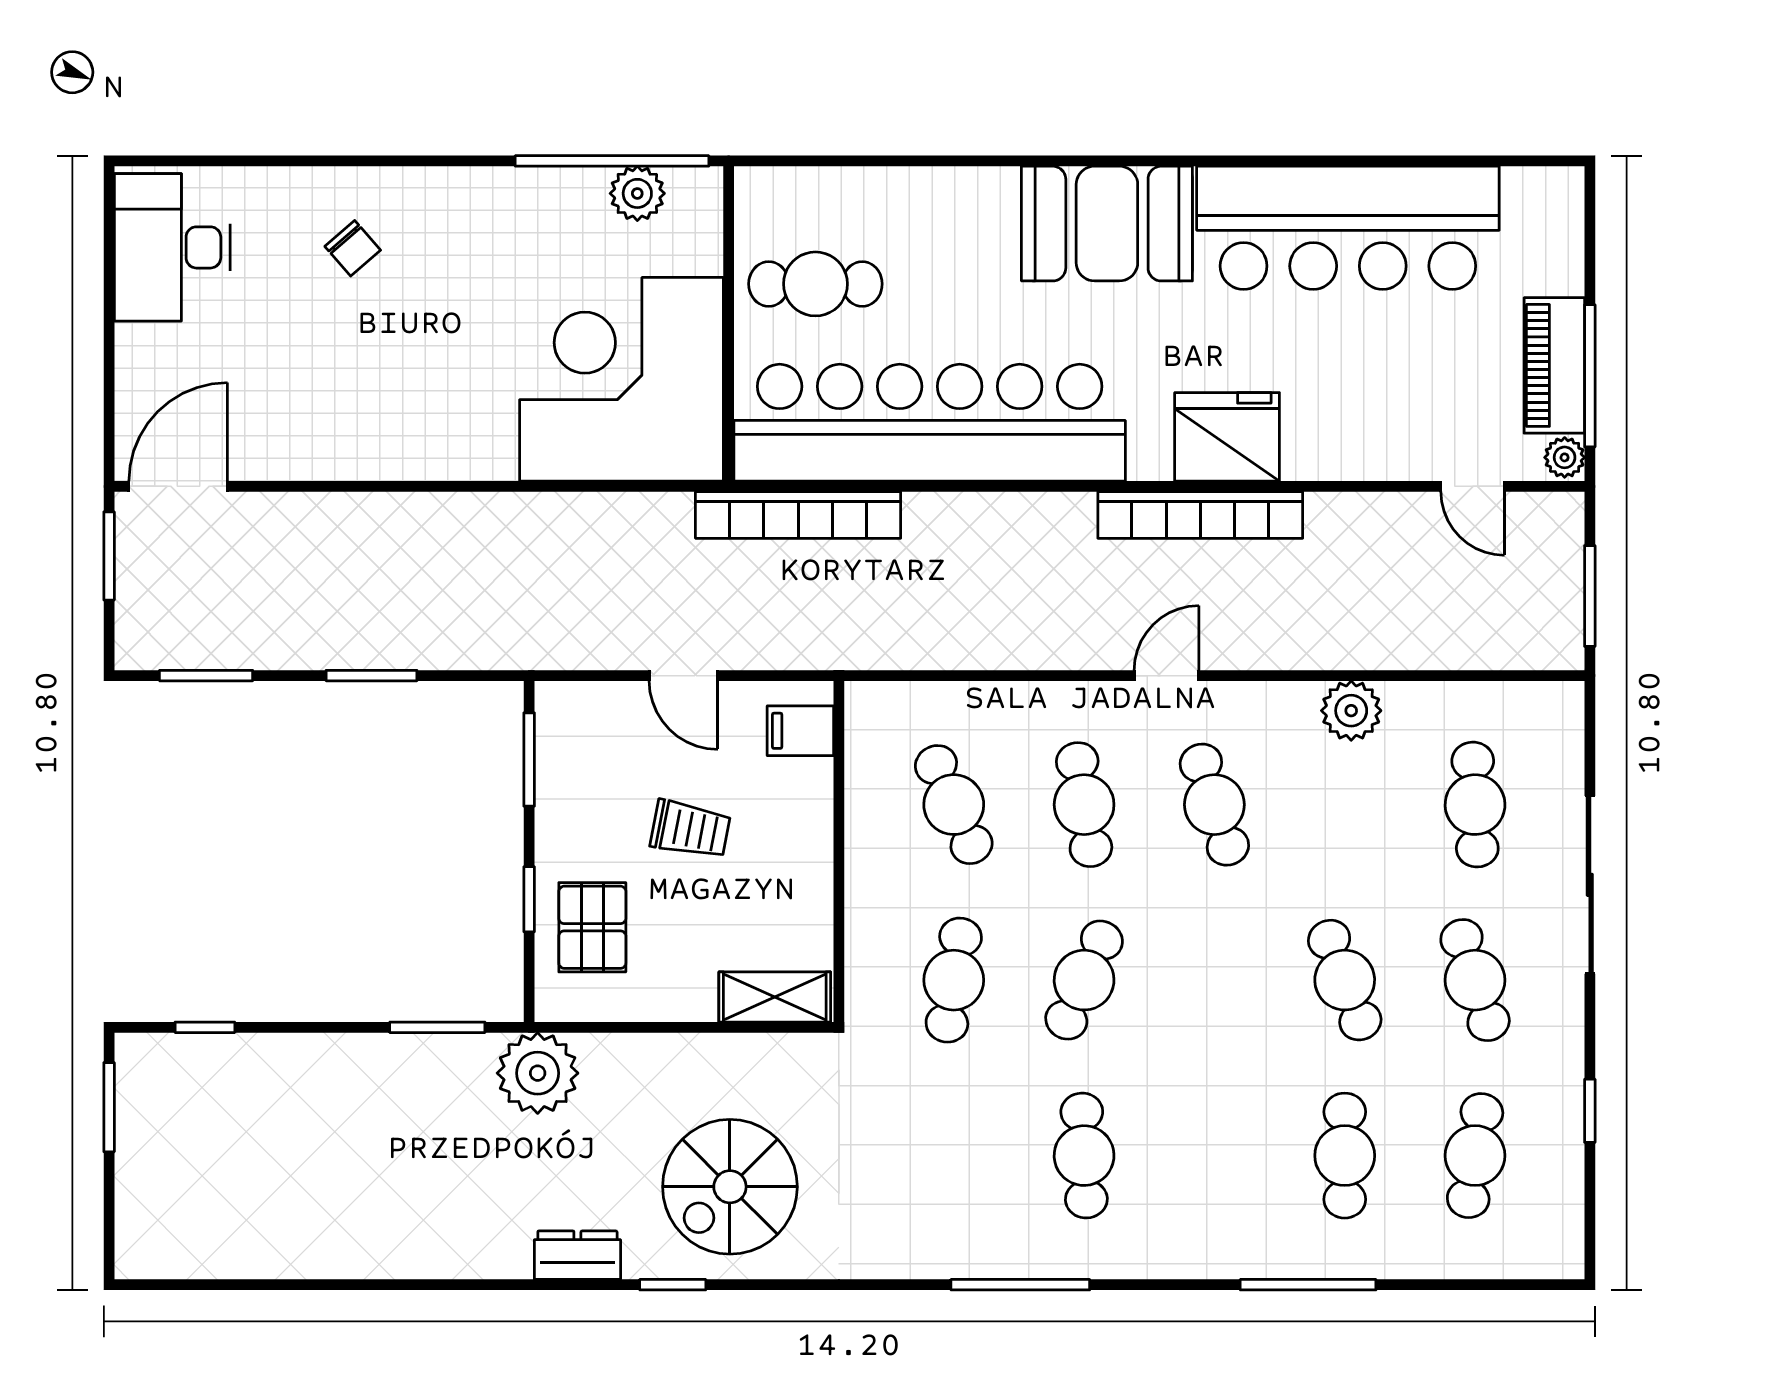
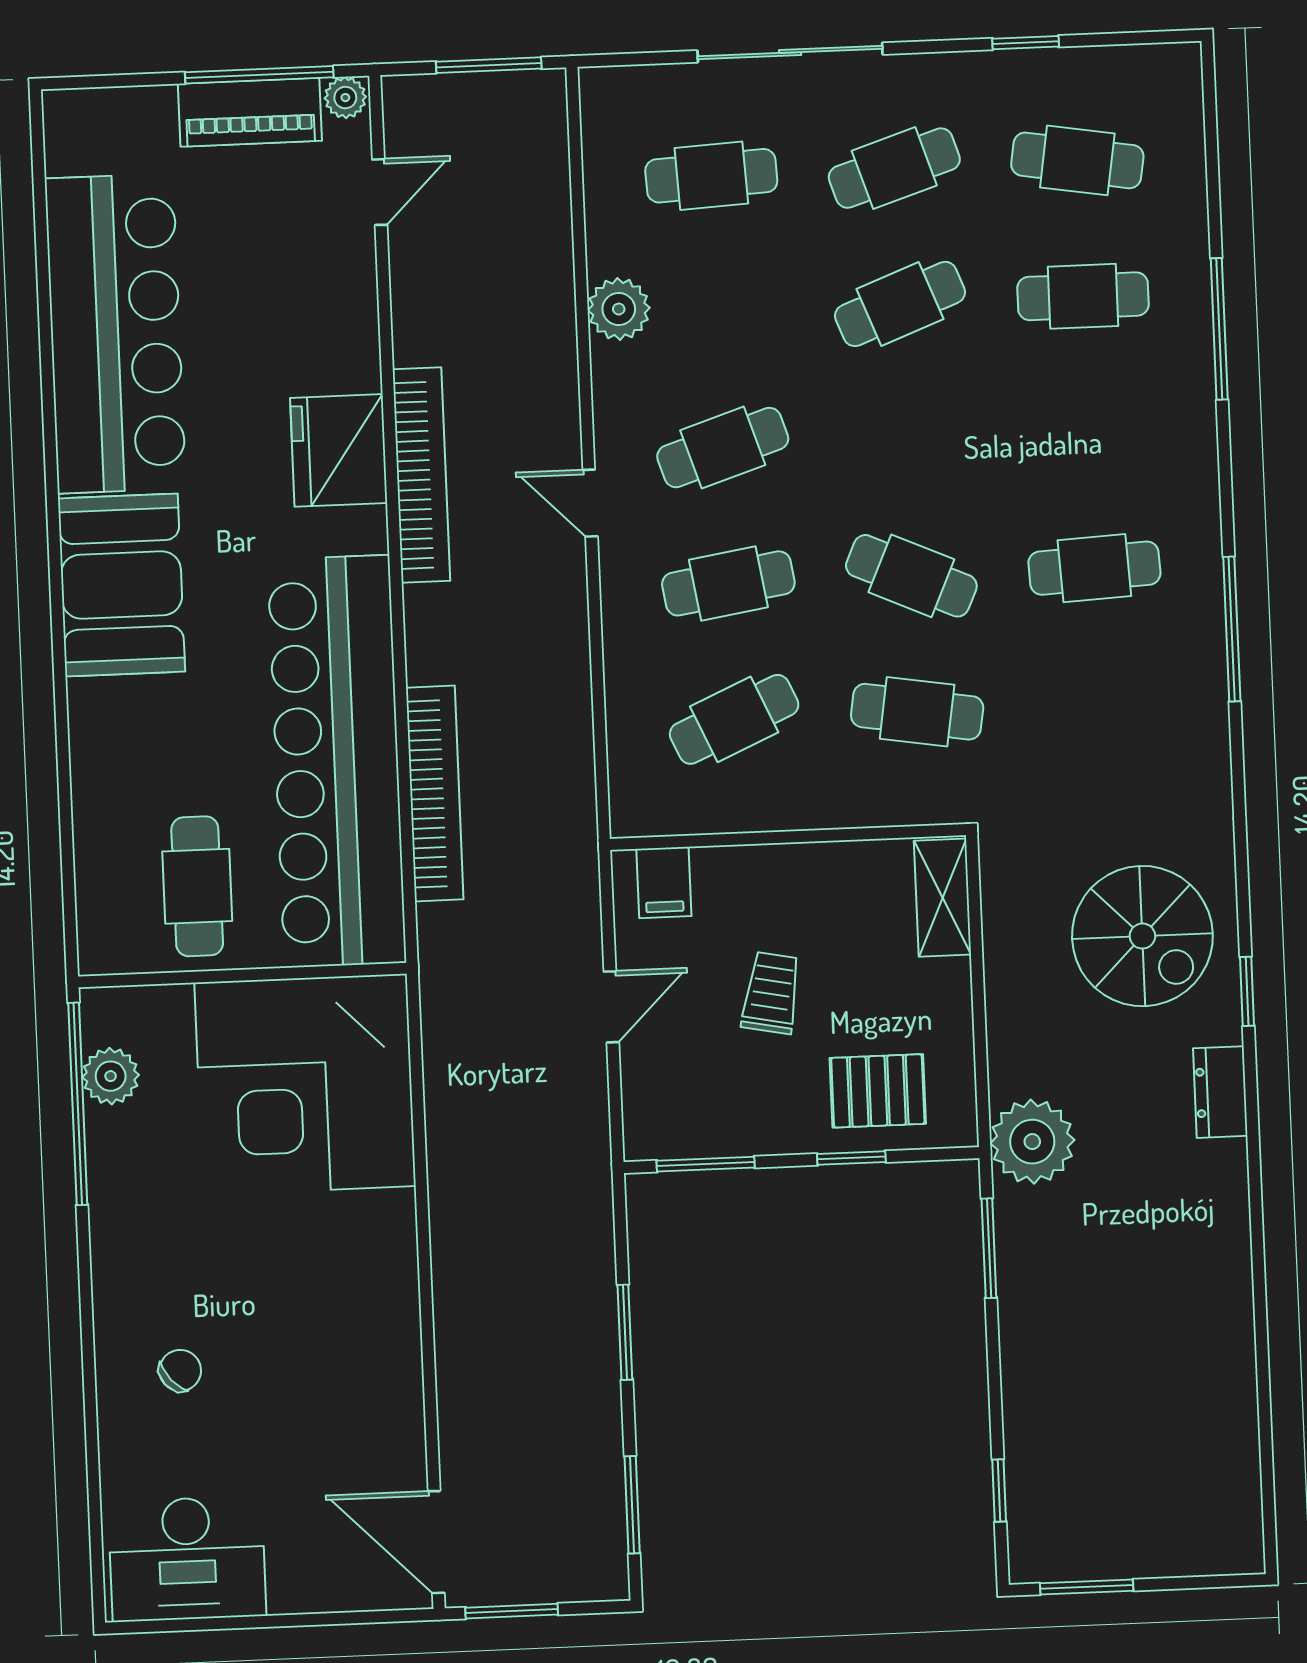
bookcase: (798, 515) -> (435, 794), moved

